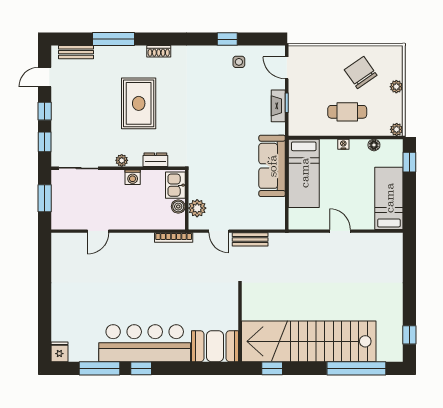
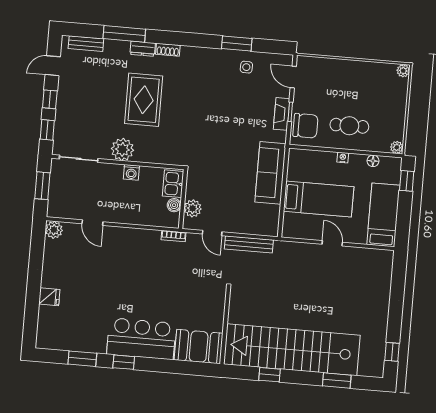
window: (227, 39) -> (237, 44), width x1.50
chair: (361, 72) -> (305, 126), moved, turned 125
plant: (396, 87) -> (403, 71), moved
plant: (122, 160) -> (122, 149), width x1.88, depth x1.88
dresser: (155, 160) -> (143, 49), moved, turned 180
bed: (304, 173) -> (319, 199), moved, turned -90
door: (98, 231) -> (92, 223), hinge flipped
bookcase: (174, 238) -> (174, 236), width x0.64
bench: (250, 239) -> (249, 244), width x1.36
plant: (60, 242) -> (54, 230), added
bar counter: (145, 343) -> (141, 339), width x0.73
fridge: (59, 352) -> (49, 297), moved, turned 90
window: (99, 368) -> (82, 359), width x0.69
window: (272, 368) -> (269, 375), moved
window: (356, 368) -> (337, 381), width x0.47

